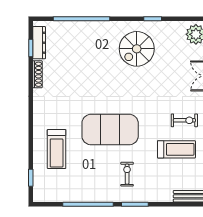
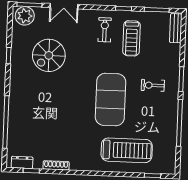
dresser: (39, 43) -> (22, 162), width x0.70
spiral stairs: (137, 49) -> (49, 55), moved, turned 90
treadmill: (57, 149) -> (127, 150), width x1.37, depth x1.38
treadmill: (176, 149) -> (131, 38), turned 180

